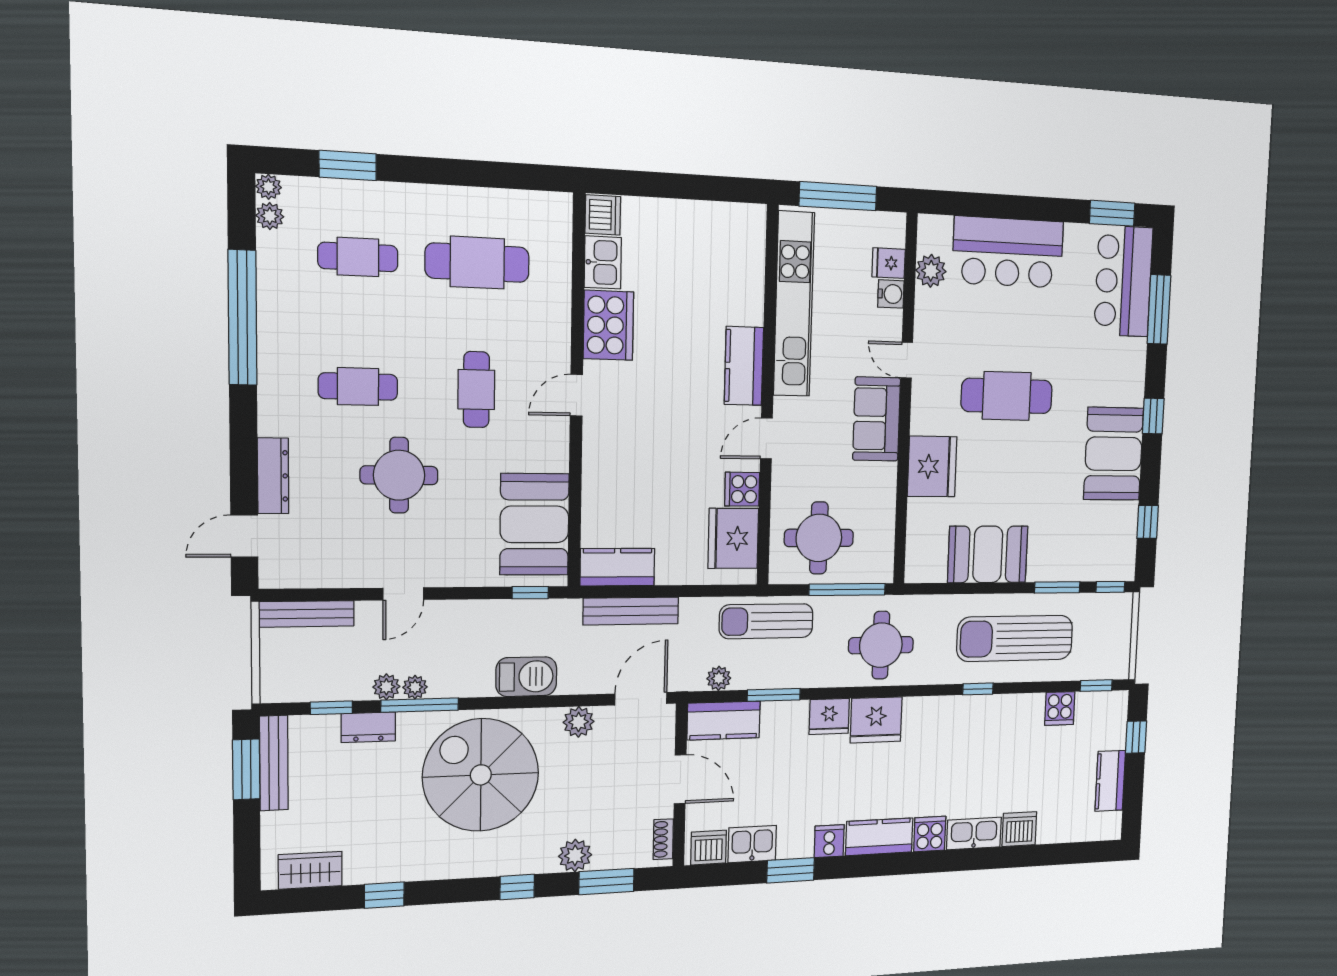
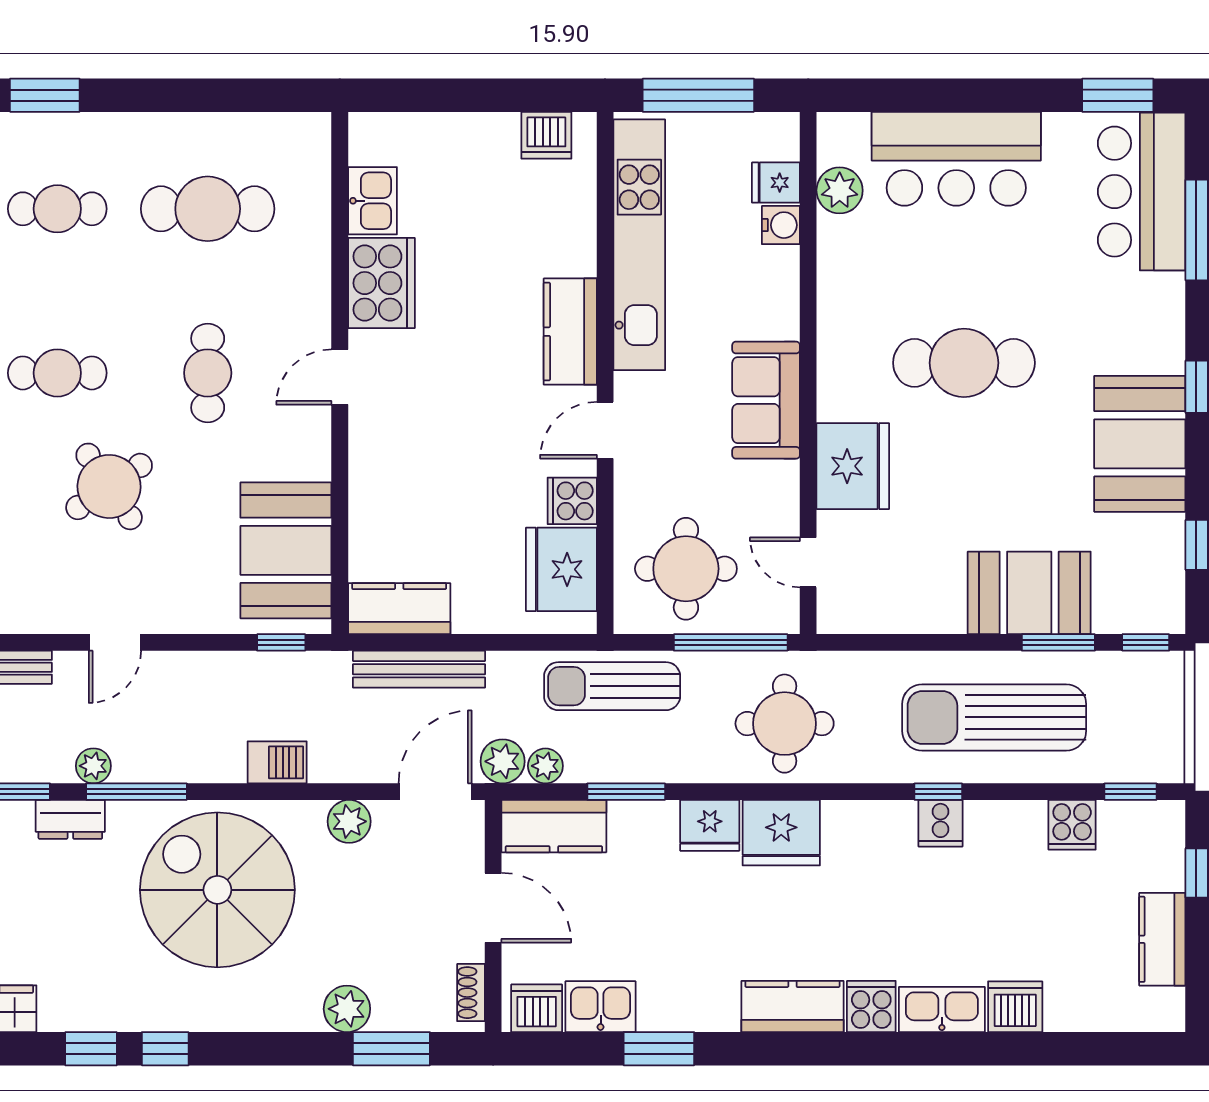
dishwasher: (603, 215) -> (546, 135), moved, turned 90
door: (907, 360) -> (808, 562), moved
round table: (399, 475) -> (109, 486), turned -34
booth: (988, 554) -> (1029, 593), moved
barbecue: (526, 677) -> (277, 762), width x0.73, depth x0.79
plant: (415, 687) -> (503, 761), moved, width x1.38, depth x1.38
cooker: (829, 841) -> (940, 823), moved, turned 180
window: (517, 887) -> (165, 1049), moved

